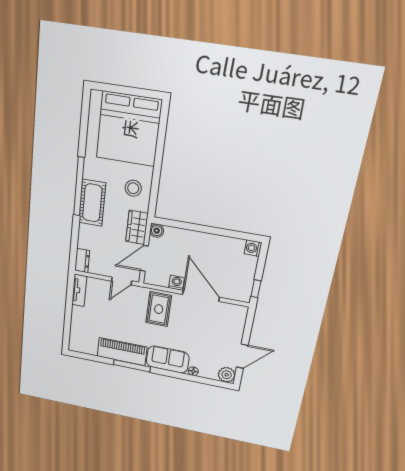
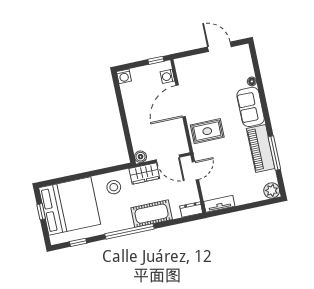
window: (133, 91) -> (41, 212), added
window: (84, 123) -> (78, 242), added
cot: (92, 203) -> (152, 214), moved
door: (122, 281) -> (195, 171), hinge flipped
washing machine: (177, 283) -> (167, 76), moved
window: (132, 366) -> (274, 153), moved
plant: (227, 375) -> (272, 191), moved

